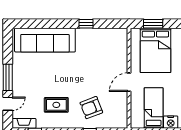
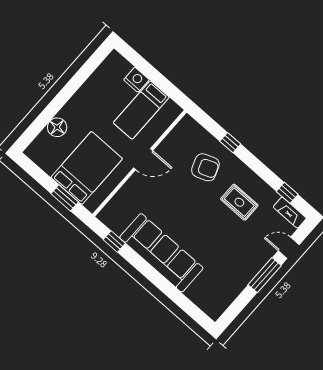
window: (86, 24) -> (114, 242), moved
sofa: (45, 40) -> (161, 253), moved

